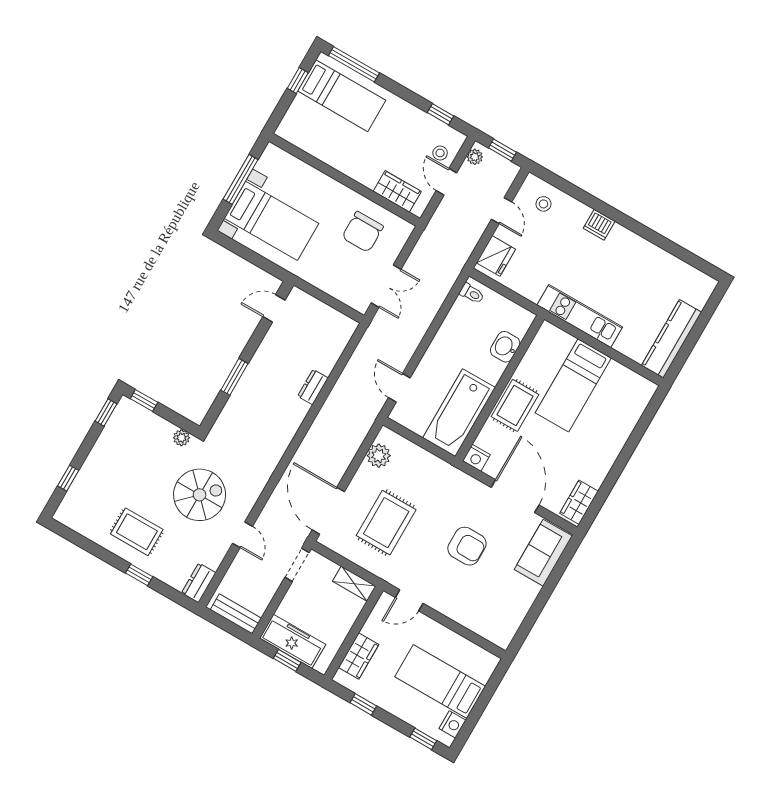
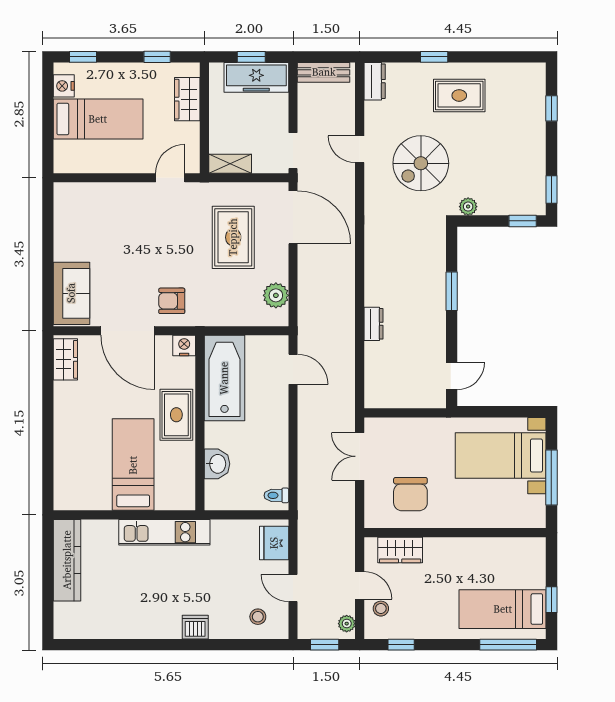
chair: (363, 232) -> (410, 494), turned 180
armchair: (467, 546) -> (172, 301), moved, width x0.72, depth x0.72

